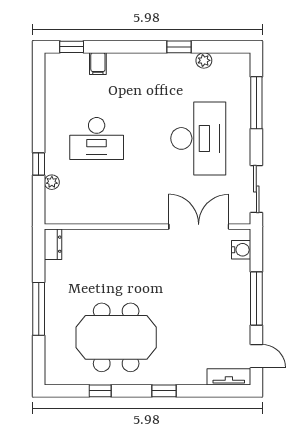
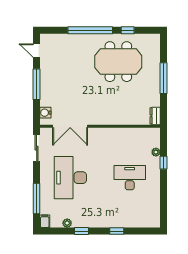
window: (72, 47) -> (117, 231), moved
filing cabinet: (98, 64) -> (45, 221), moved
tv unit: (229, 377) -> (53, 39), removed
window: (164, 391) -> (90, 30), width x3.17

